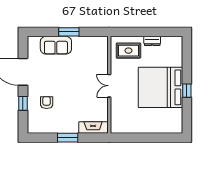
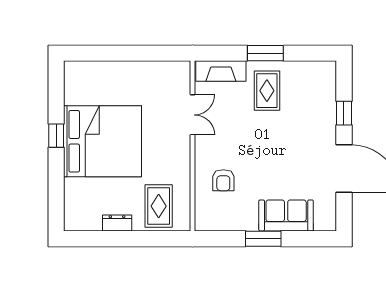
rug: (128, 51) -> (159, 206), turned 90
double door: (109, 86) -> (192, 115), moved
armchair: (47, 103) -> (223, 180), moved
rug: (67, 116) -> (267, 91), added

